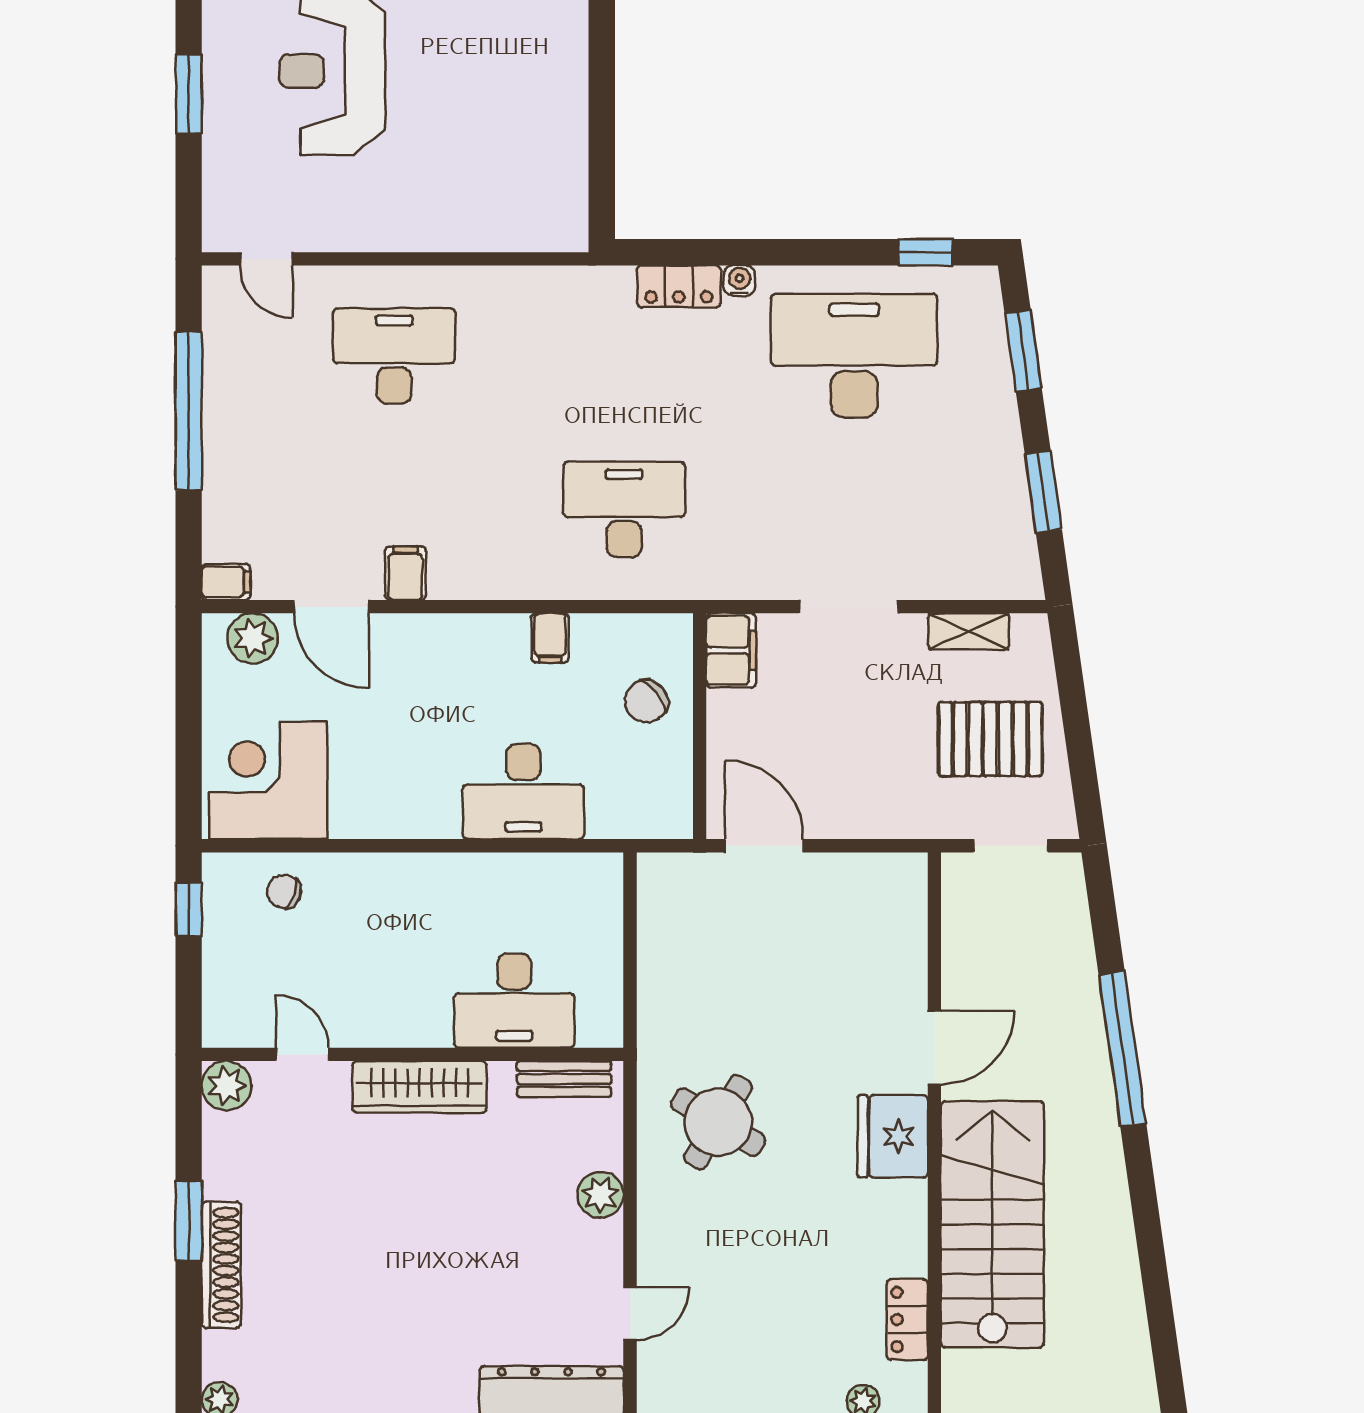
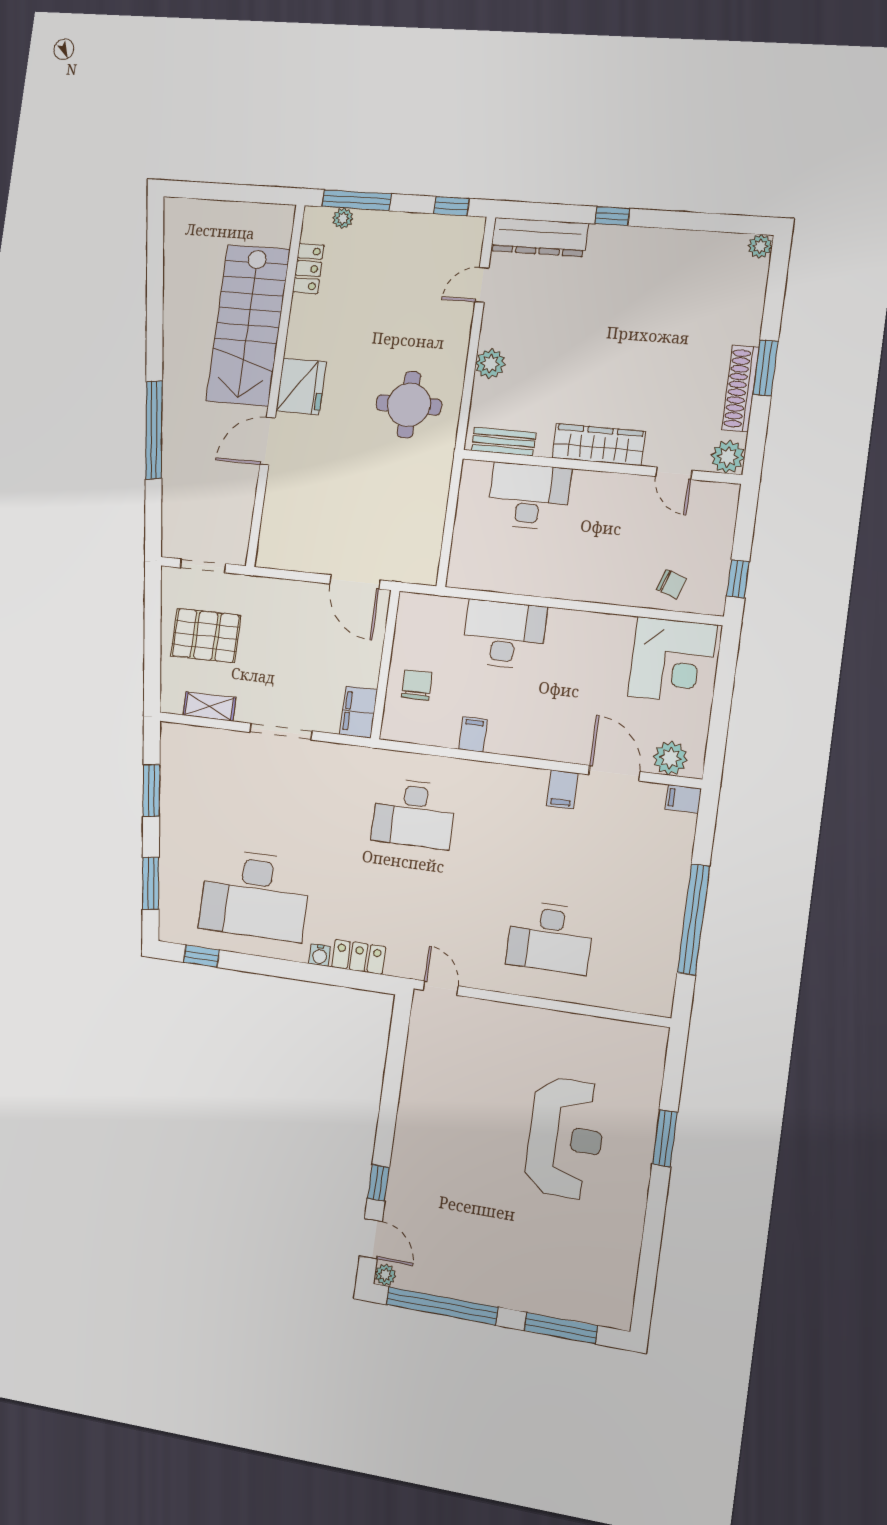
door: (266, 259) -> (441, 988), moved
chair: (646, 701) -> (417, 685), turned -52
round table: (718, 1122) -> (409, 405), turned -31
shoe rack: (221, 1265) -> (740, 389), moved

